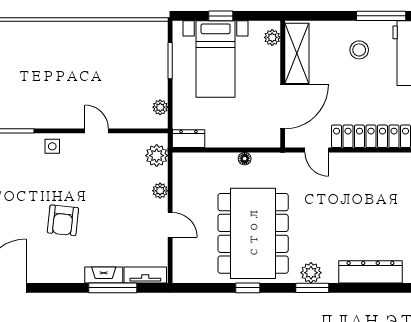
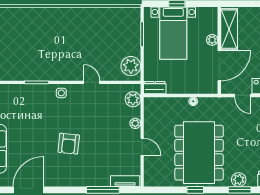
plant: (272, 37) -> (212, 40), moved
plant: (160, 107) -> (131, 66), width x1.88, depth x1.88
fireplace: (104, 275) -> (97, 181), removed

